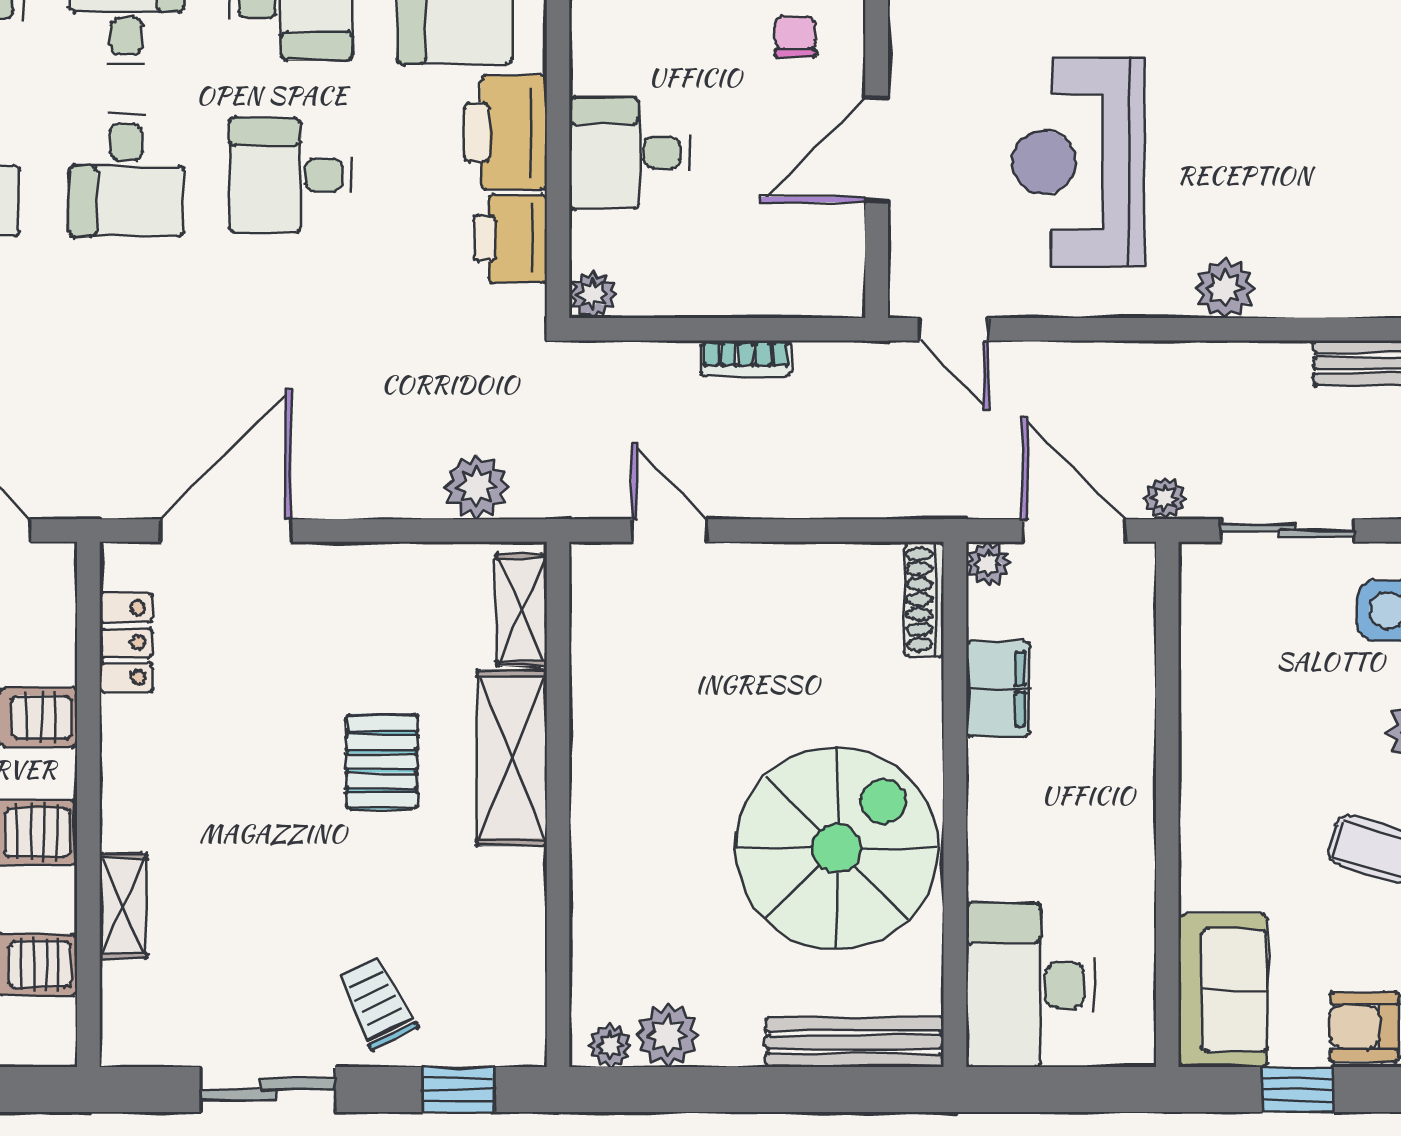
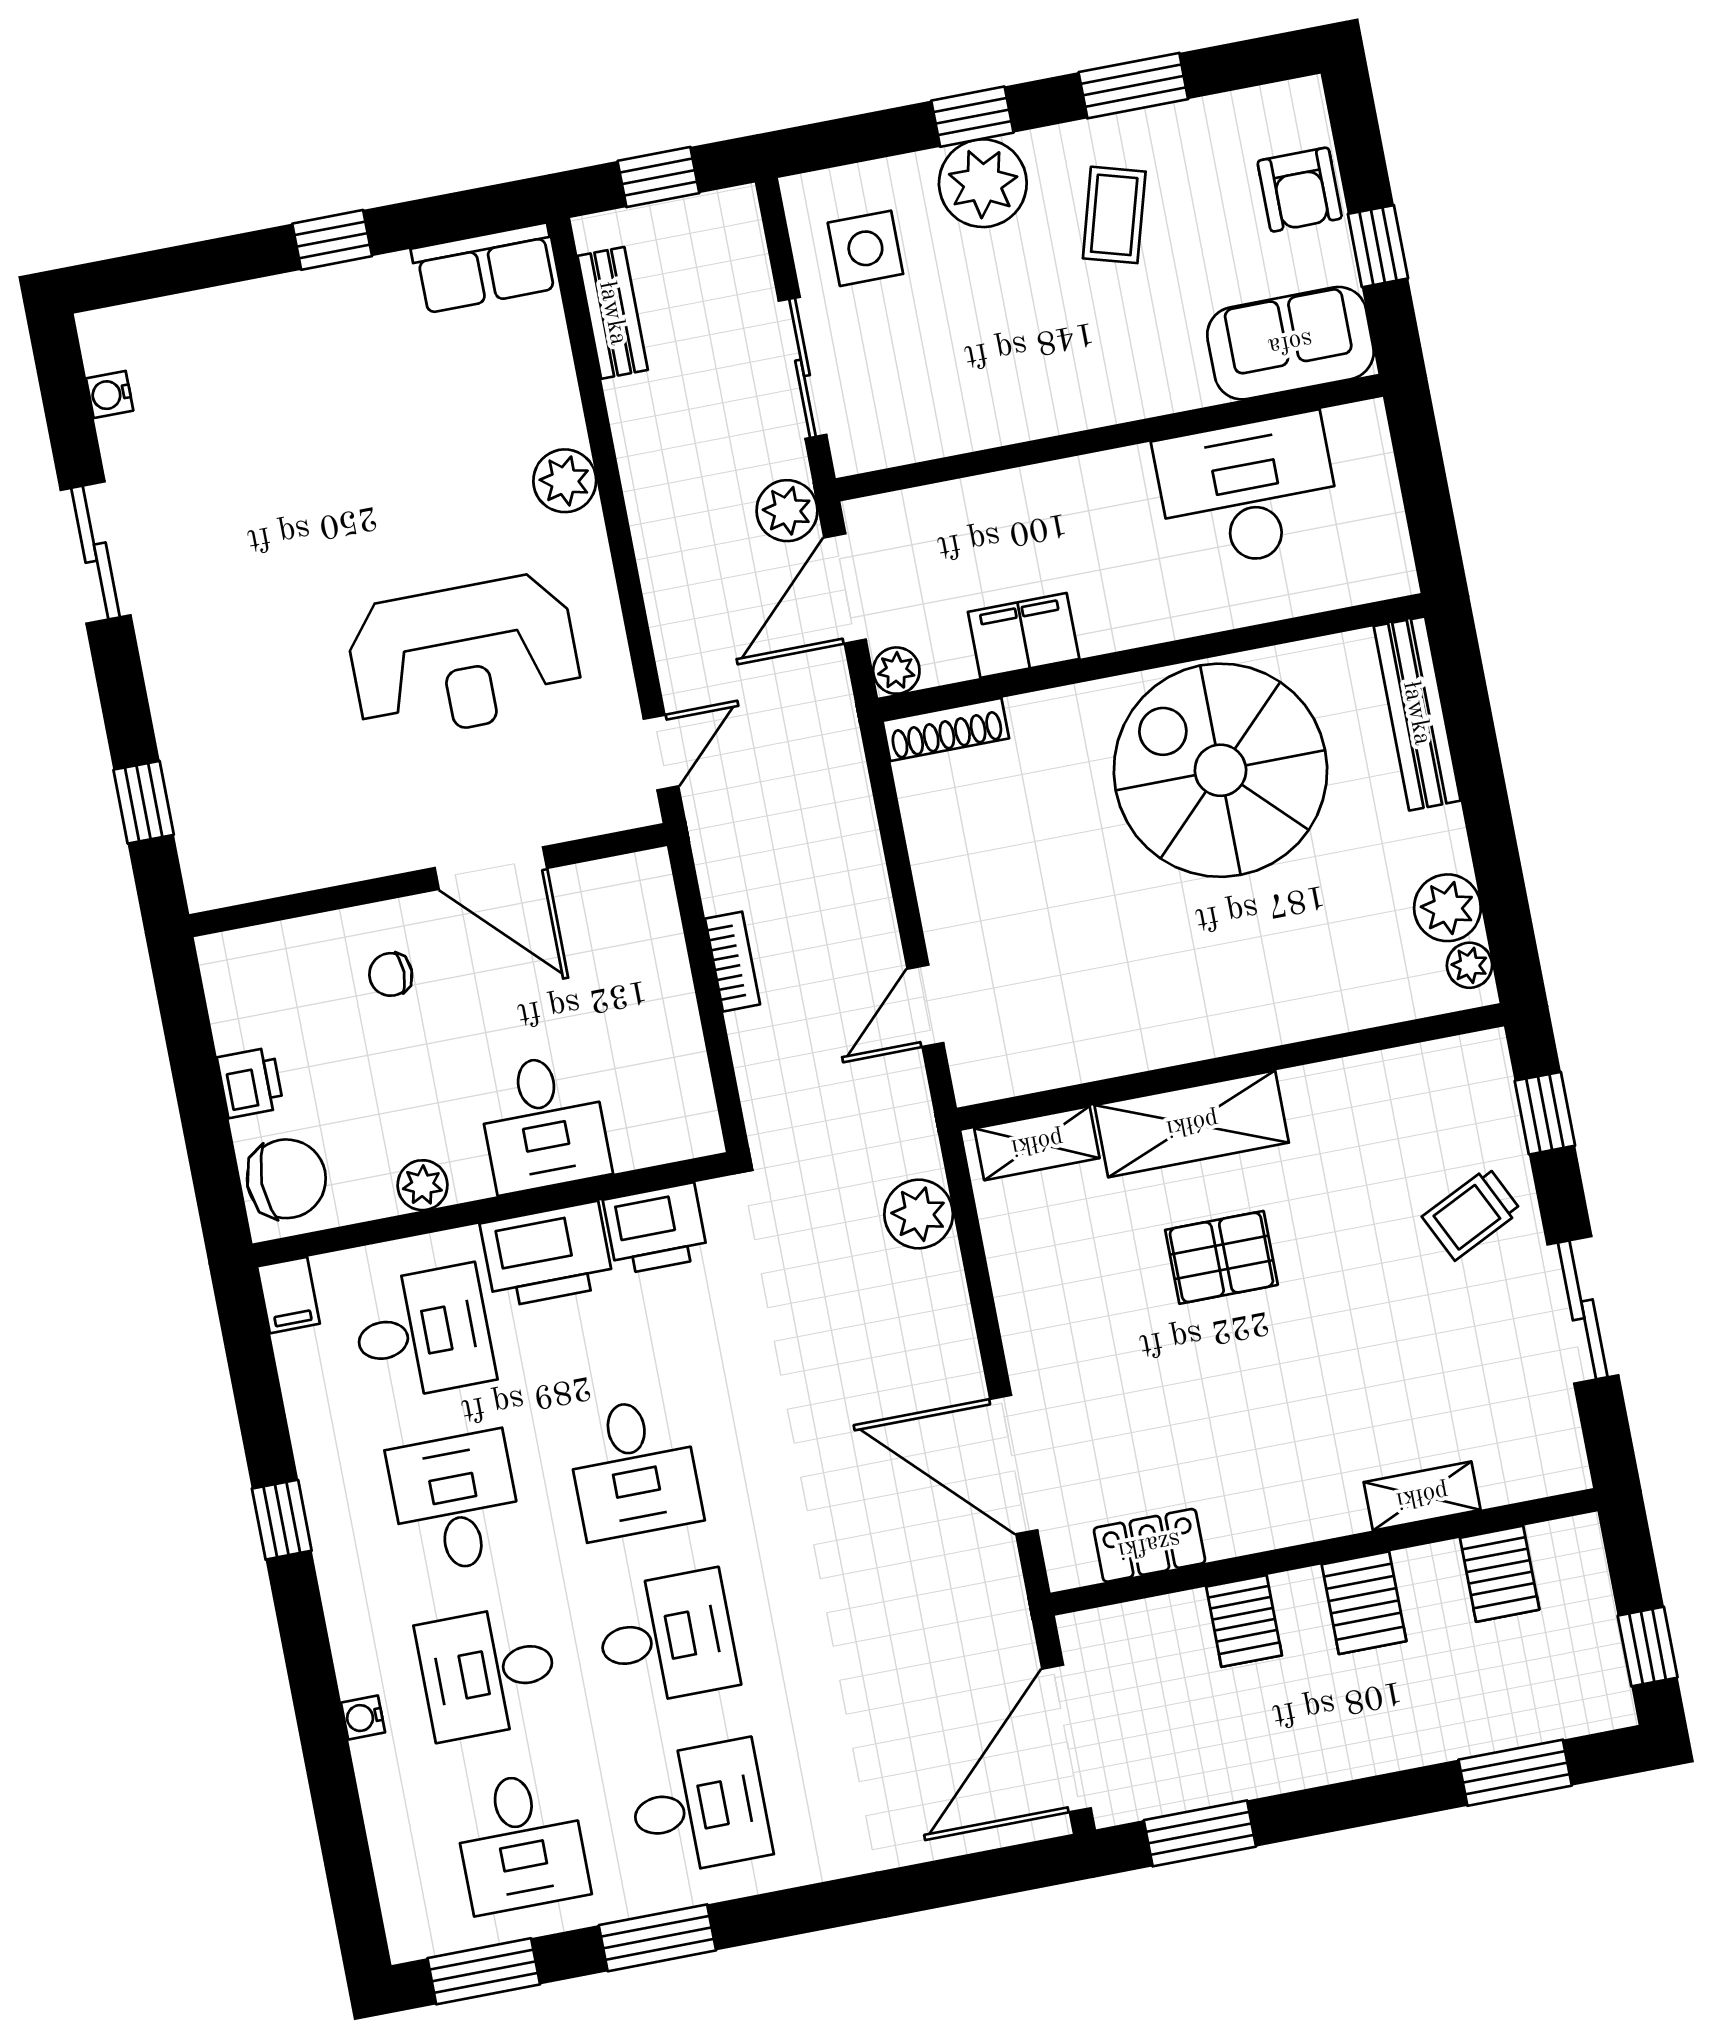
plant: (593, 294) -> (423, 1185), moved
plant: (1165, 498) -> (787, 511), width x1.38, depth x1.38
desk: (1030, 985) -> (1248, 492), moved, turned 180

